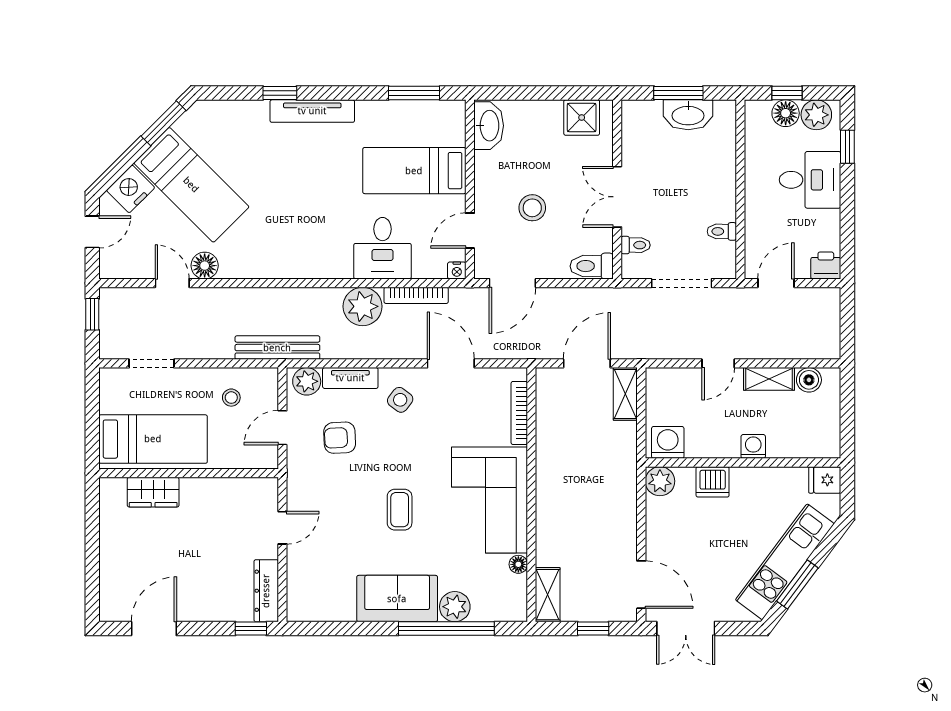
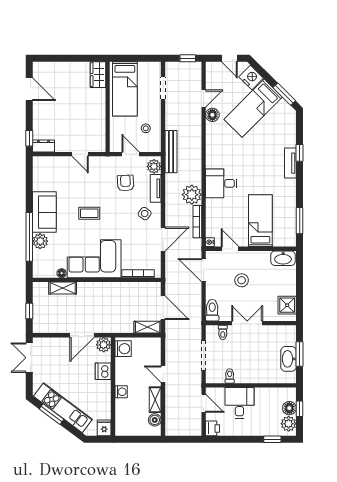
tv unit: (312, 111) -> (290, 163), width x0.71
desk: (810, 180) -> (239, 403), moved, turned 180
desk: (382, 248) -> (221, 183), moved
wardrobe: (153, 492) -> (98, 75), moved
door: (641, 585) -> (82, 335), moved
dresser: (266, 591) -> (43, 146), width x0.70
shelving: (548, 595) -> (63, 288), moved

